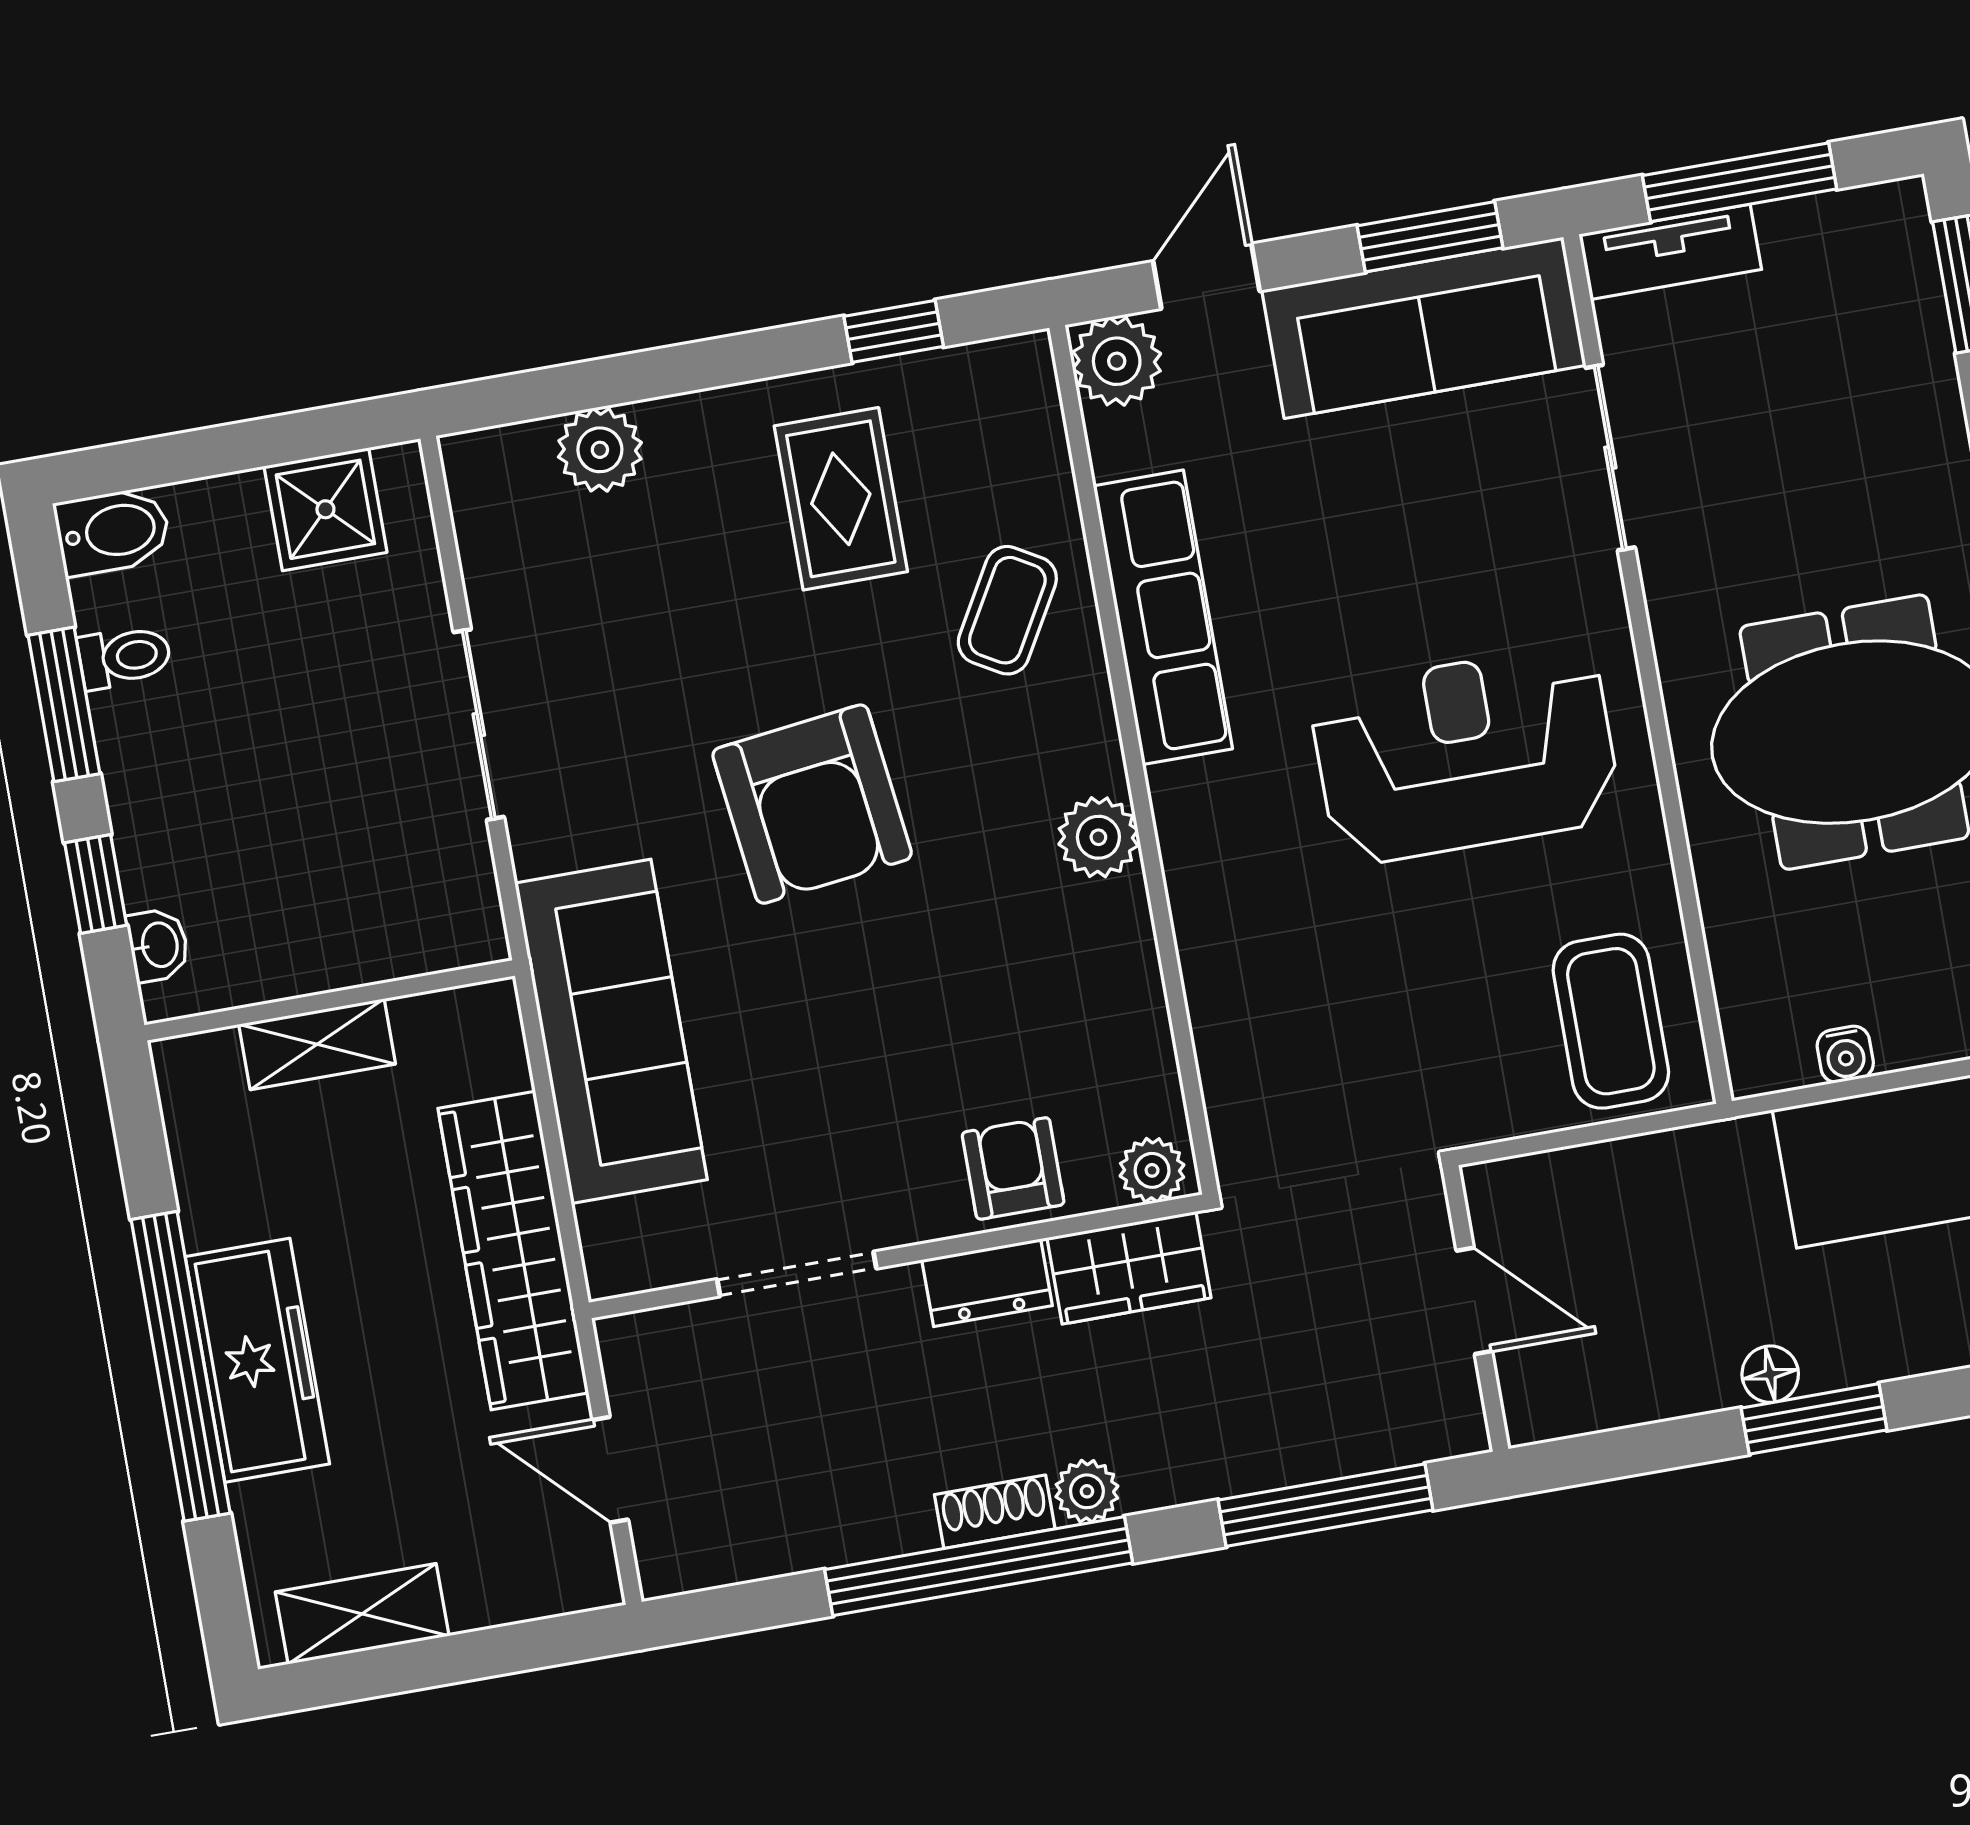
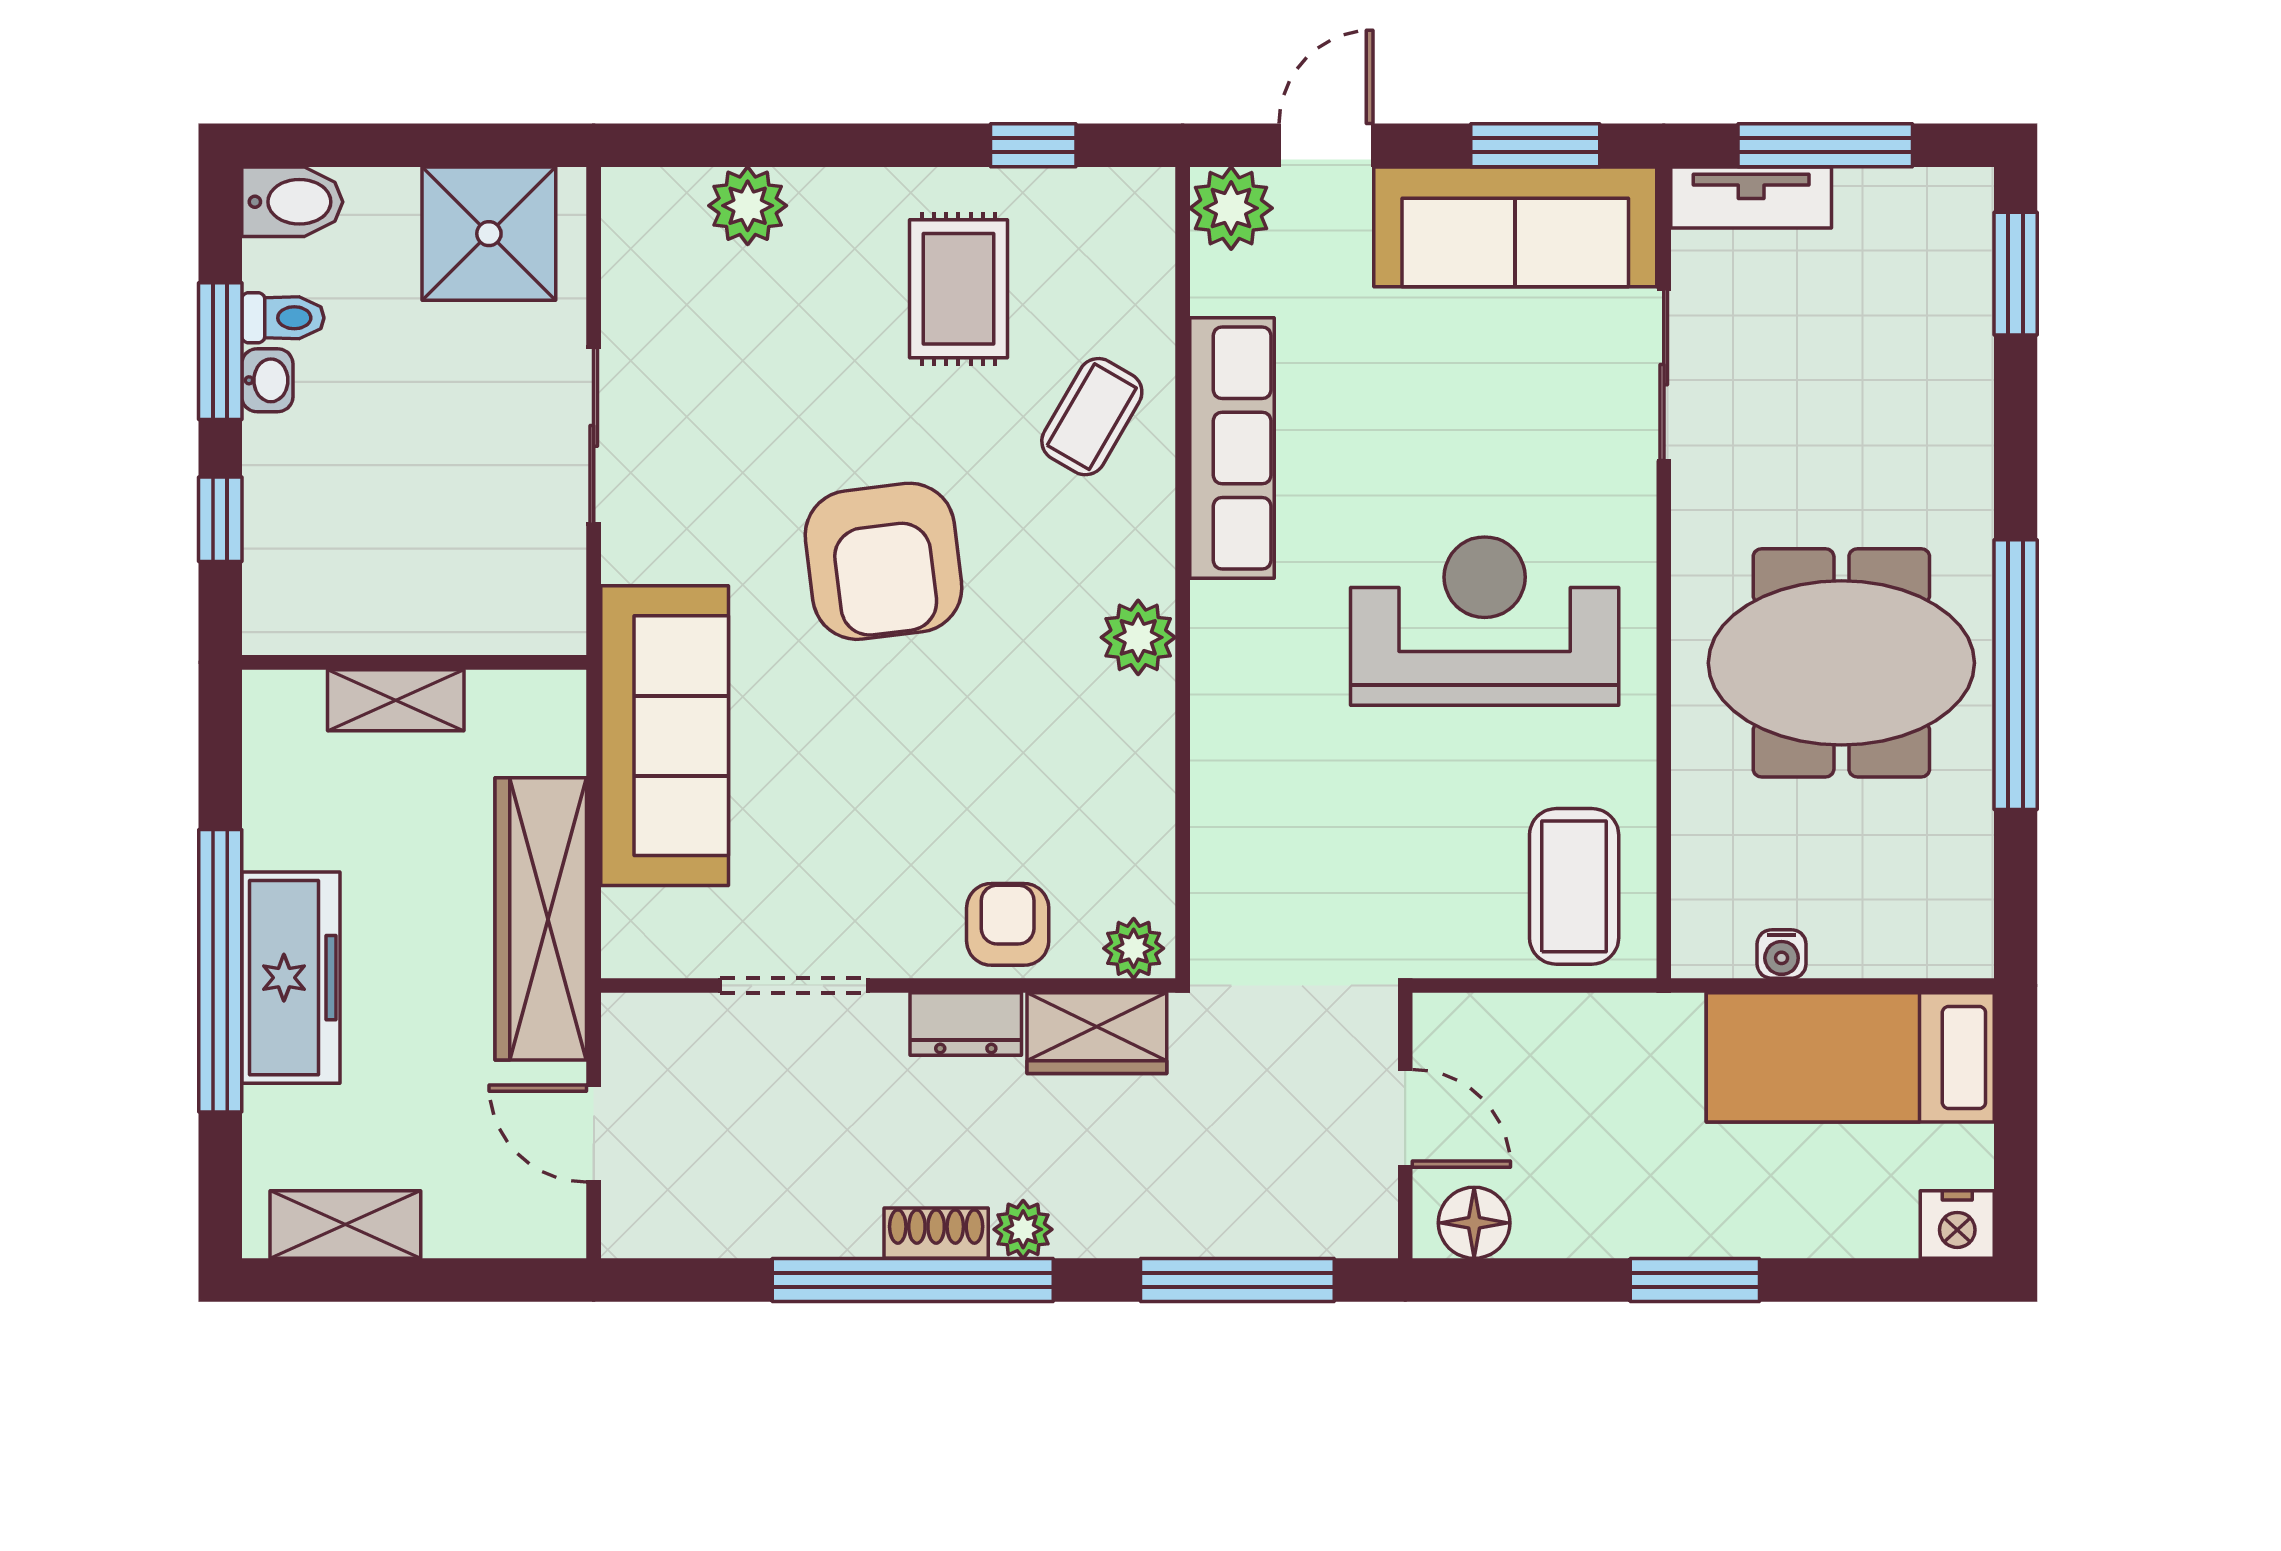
shower: (325, 509) -> (489, 234), width x1.36, depth x1.36
washbasin: (158, 945) -> (267, 380), moved
floor lamp: (1770, 1374) -> (1474, 1223), moved, width x1.37, depth x1.37

